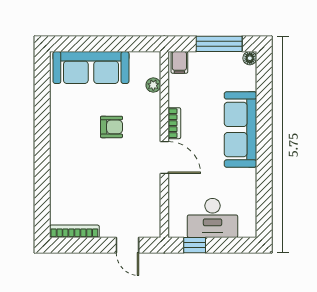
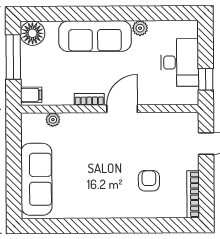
floor lamp: (250, 58) -> (33, 33), width x1.89, depth x1.89
armchair: (112, 127) -> (149, 181), moved
plant: (249, 177) -> (140, 28), added

